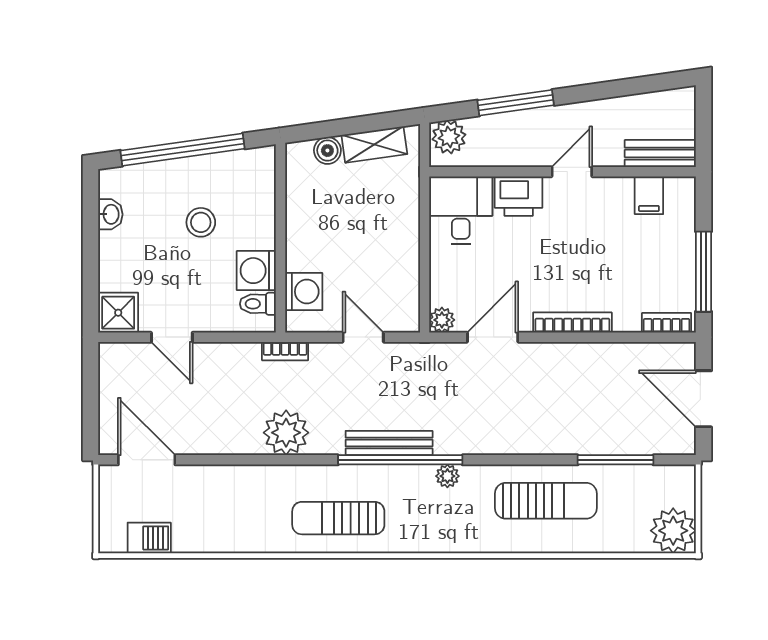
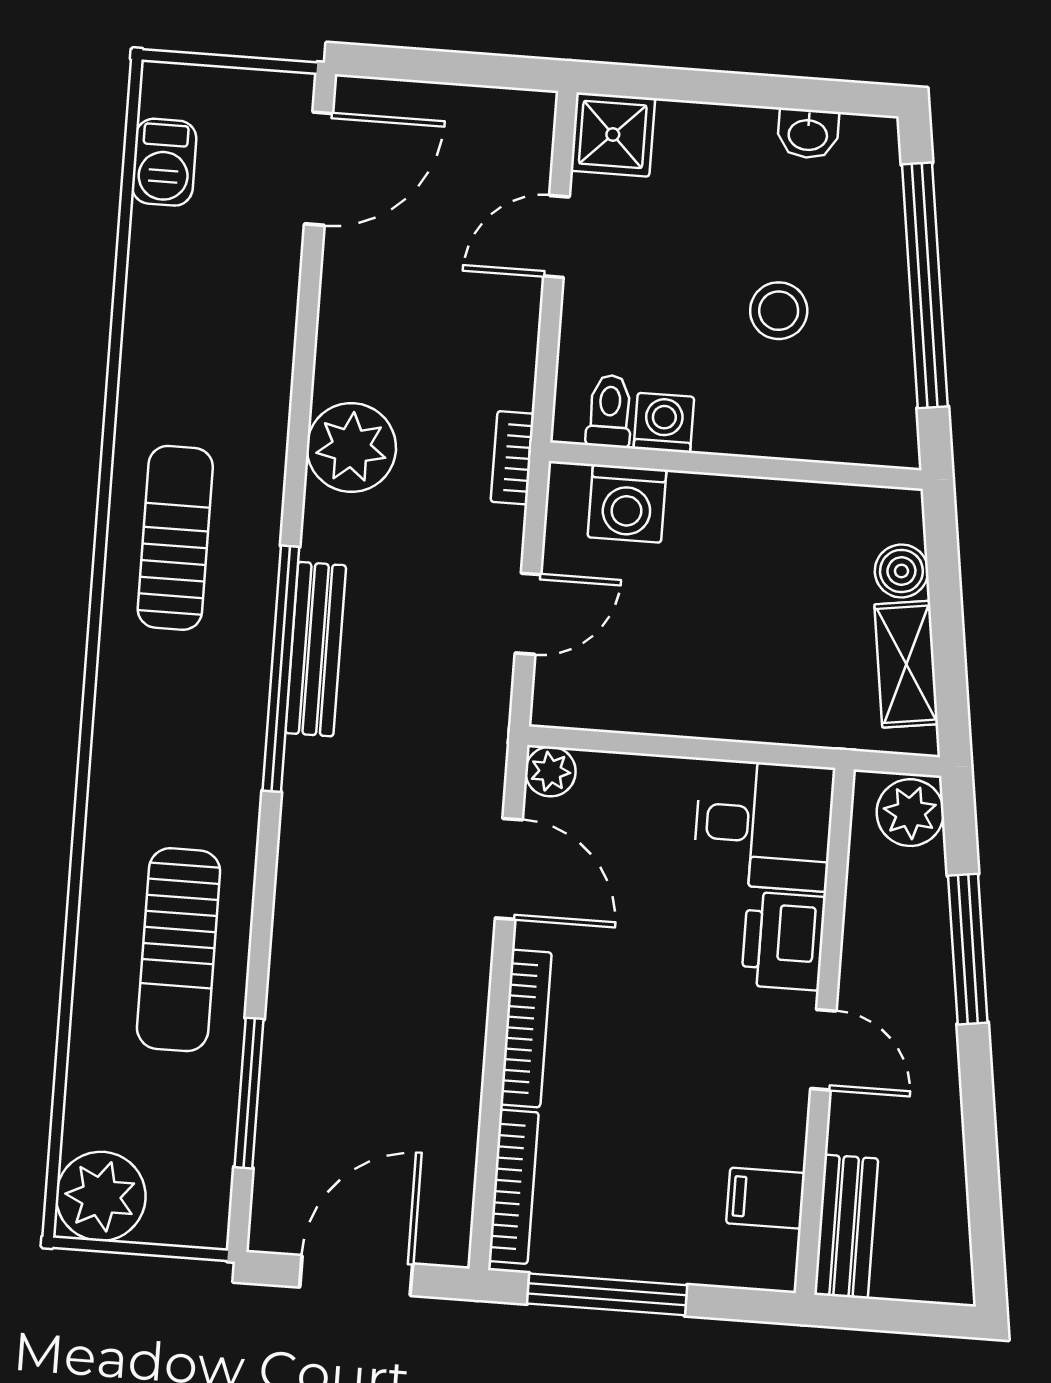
washing machine: (256, 271) -> (664, 423), width x0.73, depth x0.73
bookcase: (667, 323) -> (514, 1187), width x1.56
plant: (447, 476) -> (242, 759), removed

